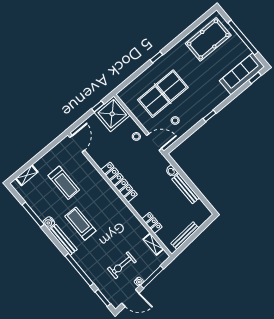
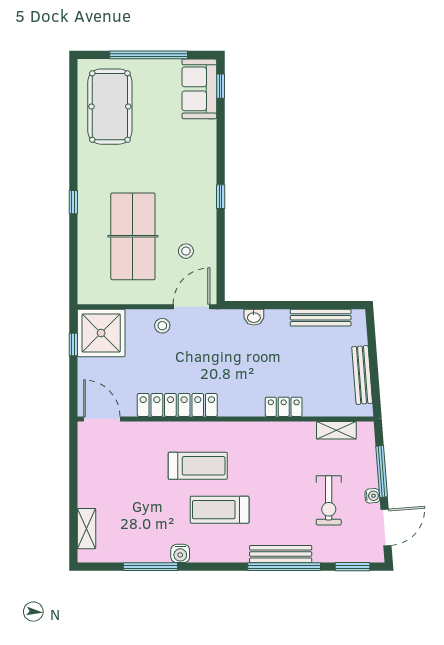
sofa: (242, 74) -> (199, 89), width x0.73
locker: (119, 182) -> (177, 405), moved
treadmill: (64, 183) -> (198, 466), moved
bench: (186, 189) -> (321, 318), moved
locker: (152, 223) -> (284, 407), moved
bench: (63, 240) -> (281, 554), moved

